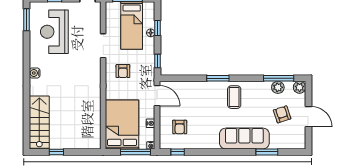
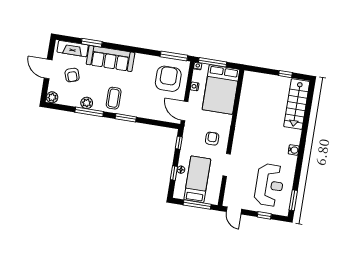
window: (279, 78) -> (89, 112), moved
plant: (278, 87) -> (87, 103), moved
armchair: (180, 127) -> (168, 79), width x1.88, depth x1.88
fireplace: (286, 142) -> (73, 49), added
window: (178, 152) -> (174, 56), width x2.17

